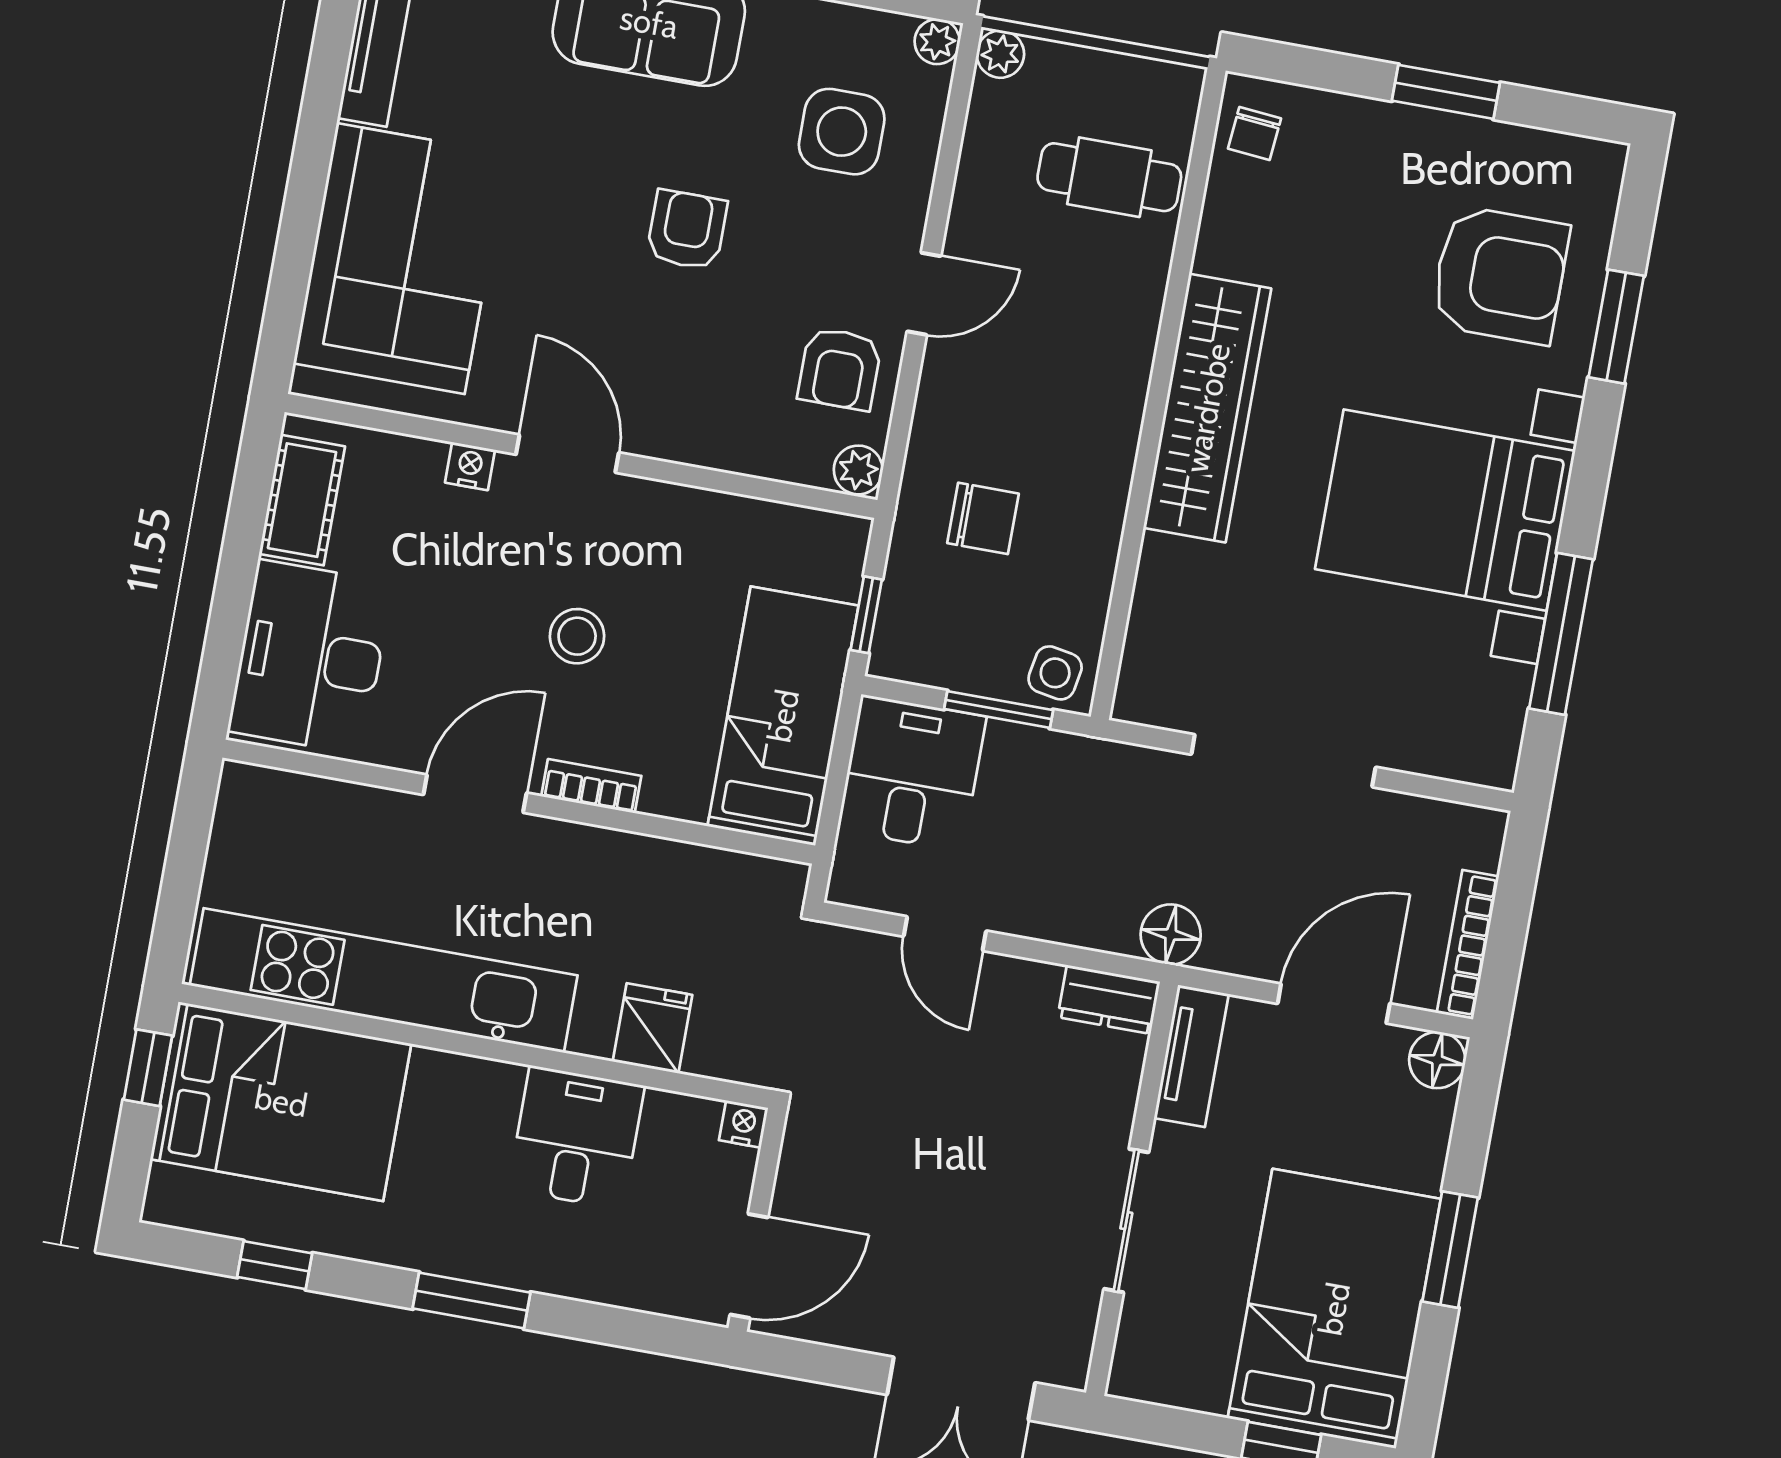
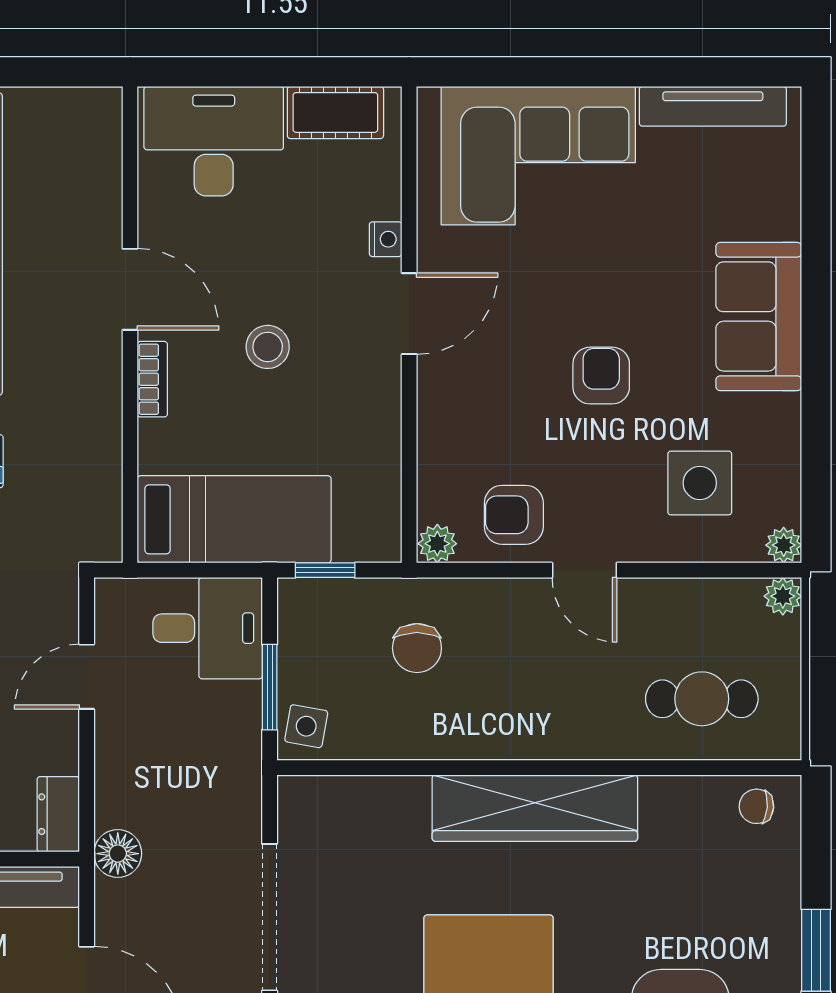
cafe table: (1109, 177) -> (702, 699), turned 90
armchair: (687, 230) -> (601, 376), turned -90

